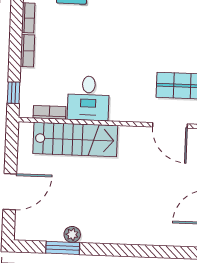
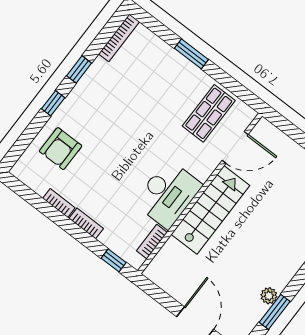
desk: (88, 98) -> (168, 194), width x1.37
stairs: (75, 139) -> (210, 210), moved

